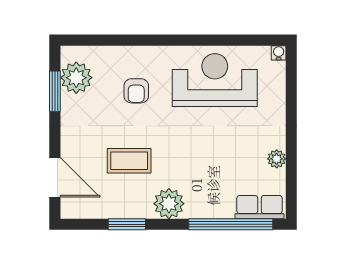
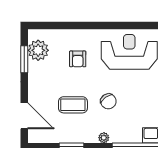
chair: (183, 155) -> (108, 101), added
plant: (169, 204) -> (104, 138), width x0.53, depth x0.53

